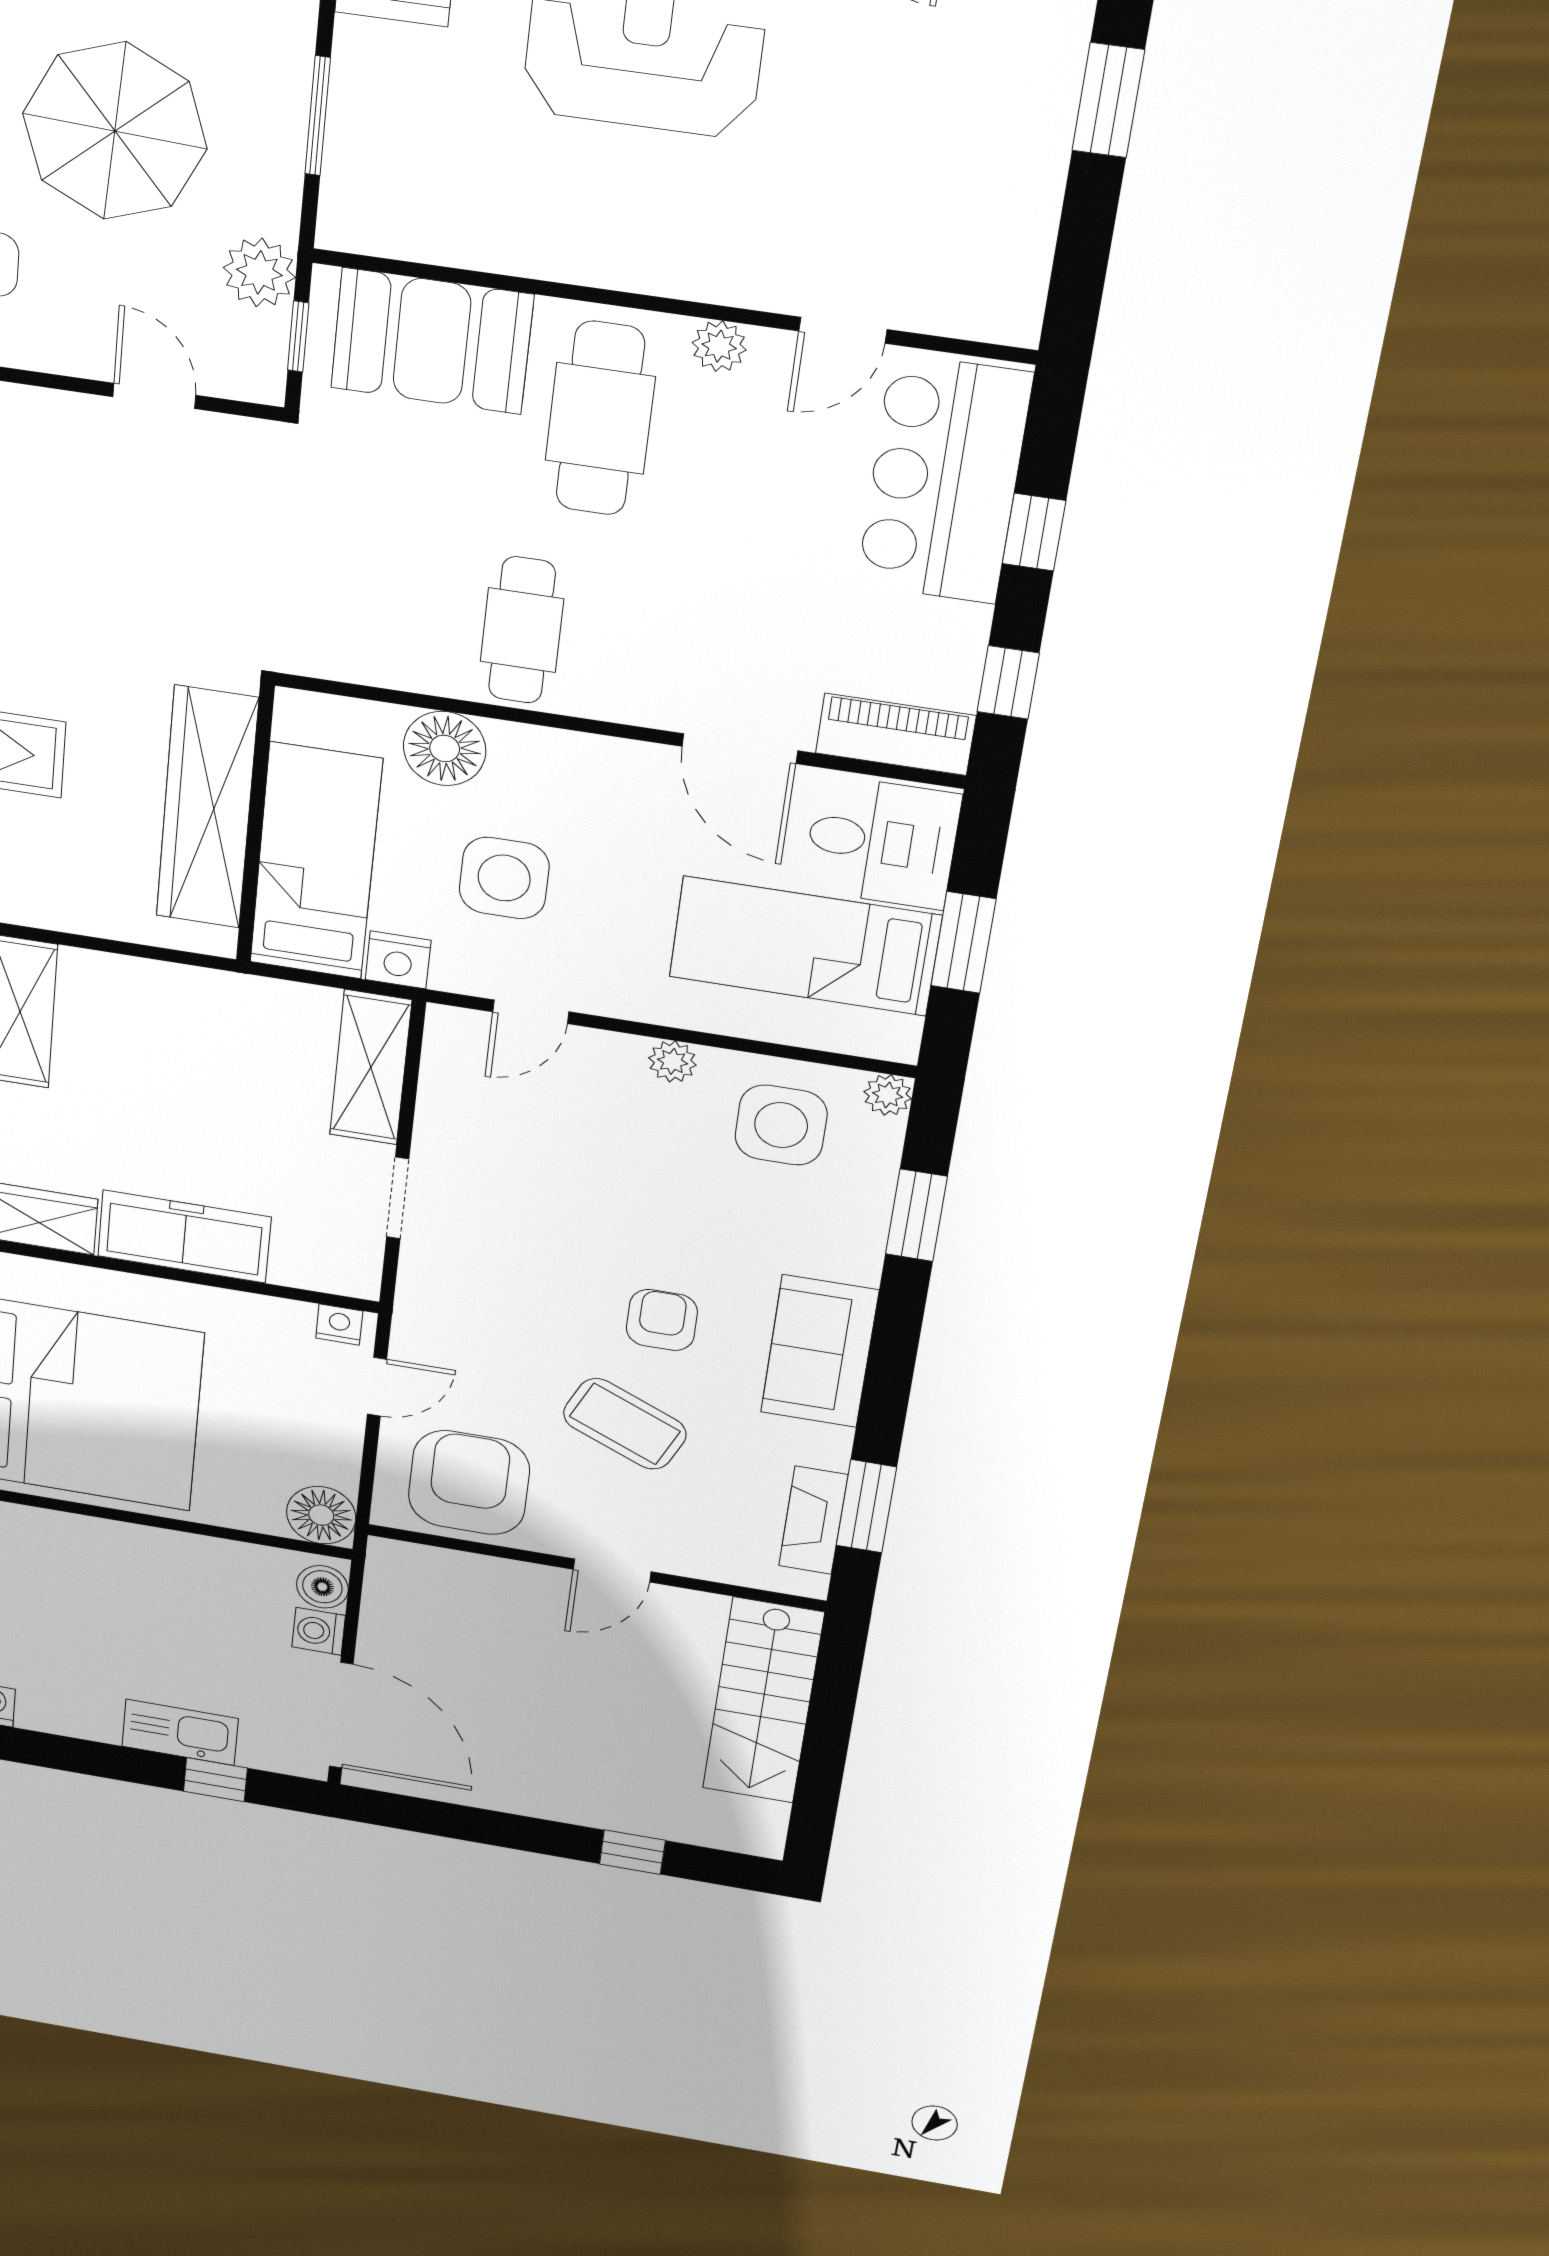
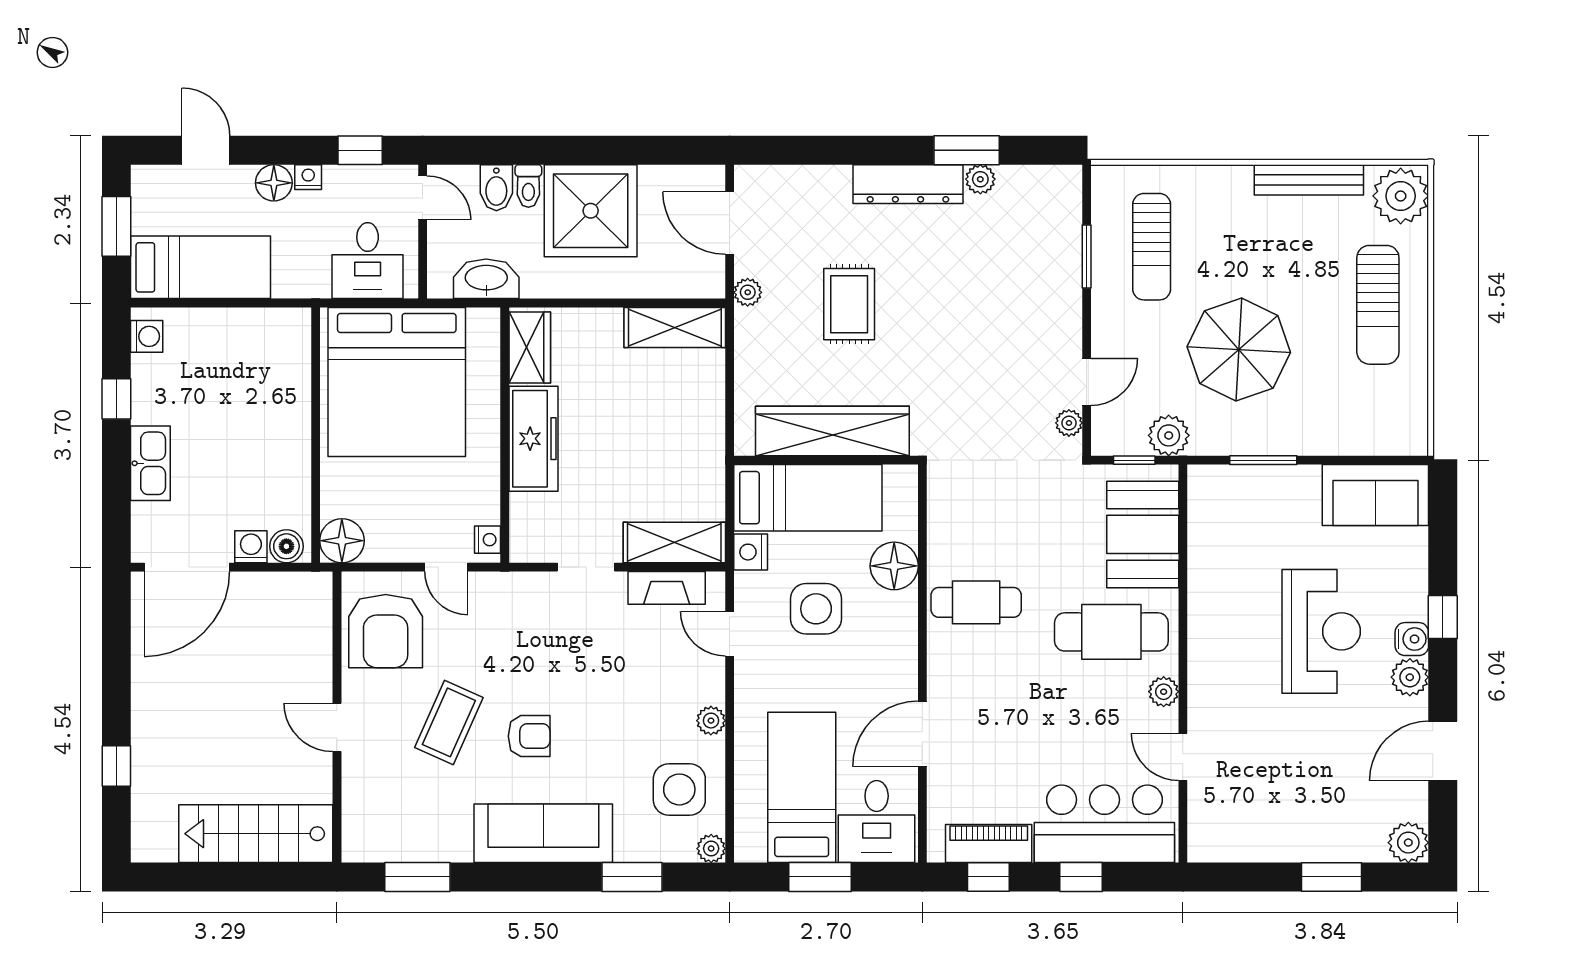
plant: (224, 435) -> (1069, 423), added
piano: (896, 734) -> (989, 844), moved, turned -90
sofa: (820, 1351) -> (543, 833), width x1.36
armchair: (469, 1483) -> (386, 631), turned 90
fireplace: (813, 1520) -> (667, 588), moved, turned 180
window: (215, 1780) -> (116, 399), moved

